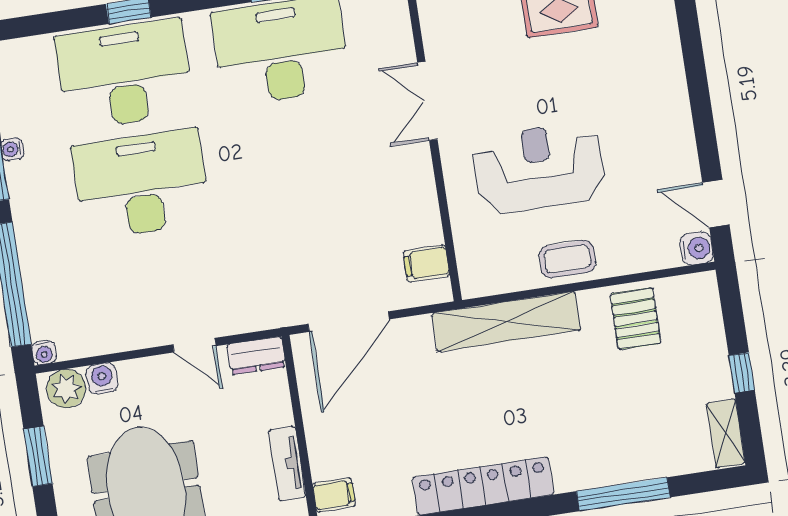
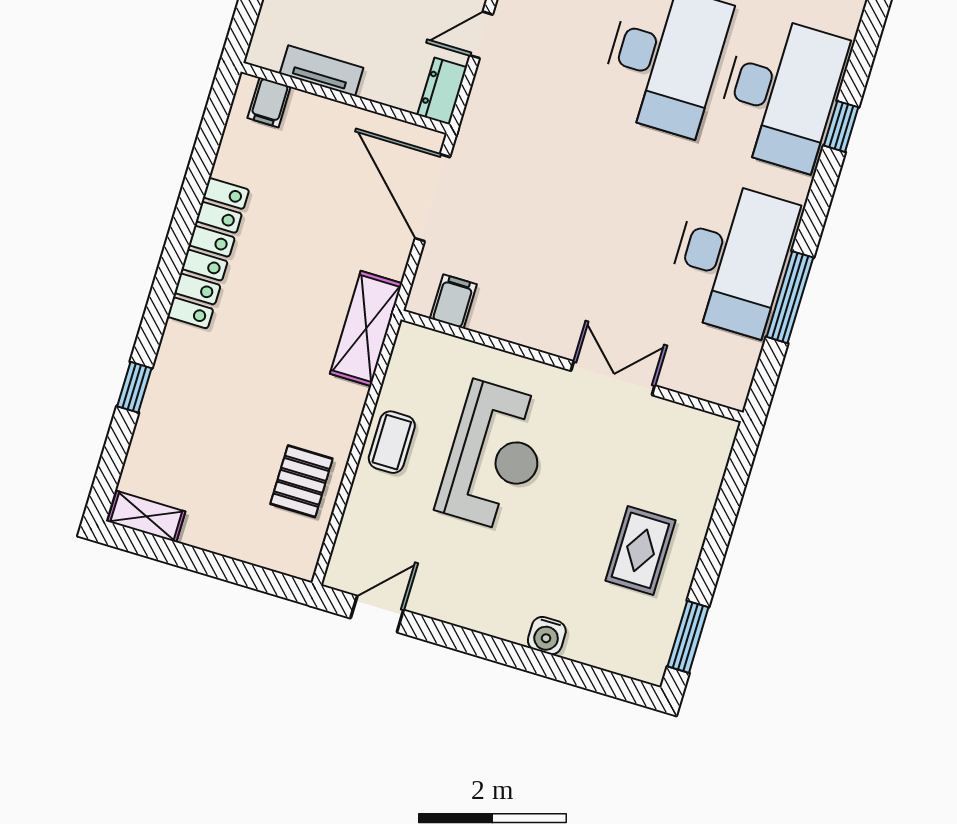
water cooler: (697, 248) -> (547, 636), moved
pallet: (635, 319) -> (301, 481), turned 90
shelving: (506, 322) -> (366, 329), width x0.68
window: (742, 373) -> (199, 561), removed
window: (623, 494) -> (134, 387), width x0.46

